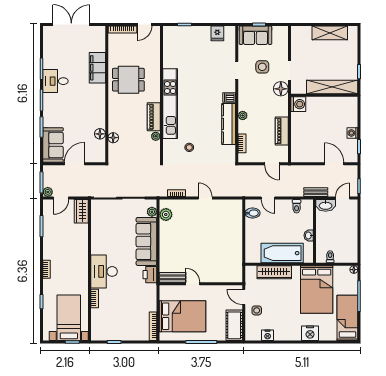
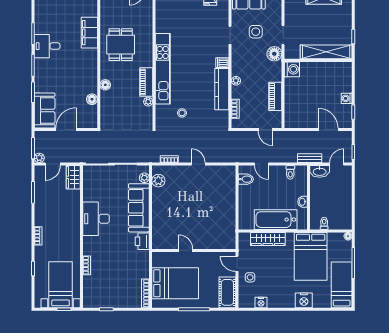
dining table: (128, 80) -> (121, 45), turned 90
floor lamp: (113, 138) -> (105, 85), moved
desk: (104, 271) -> (96, 219), moved
bench: (173, 277) -> (165, 244), removed

